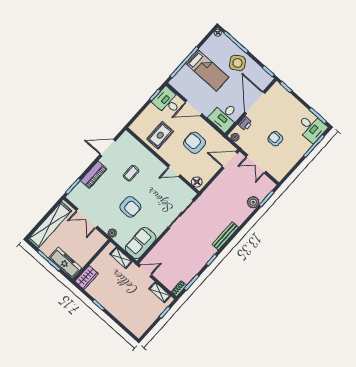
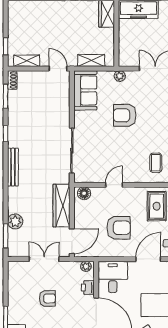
coffee table: (131, 173) -> (156, 163), moved
wardrobe: (217, 187) -> (61, 206), added
door: (145, 271) -> (58, 69), swing flipped

